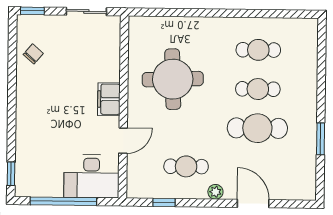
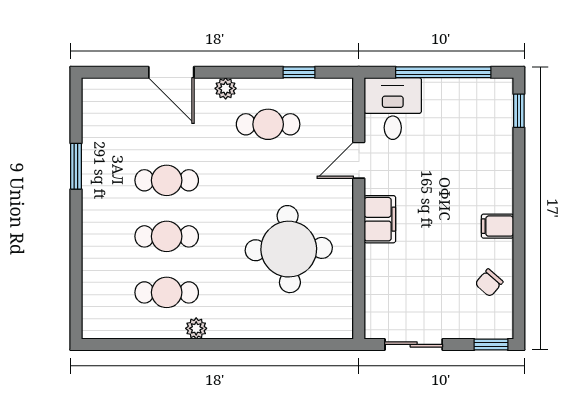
plant: (238, 25) -> (196, 328), added
filing cabinet: (27, 93) -> (497, 226), added
cafe table: (257, 128) -> (167, 180), width x0.73, depth x0.74
desk: (91, 176) -> (393, 109), width x0.73

